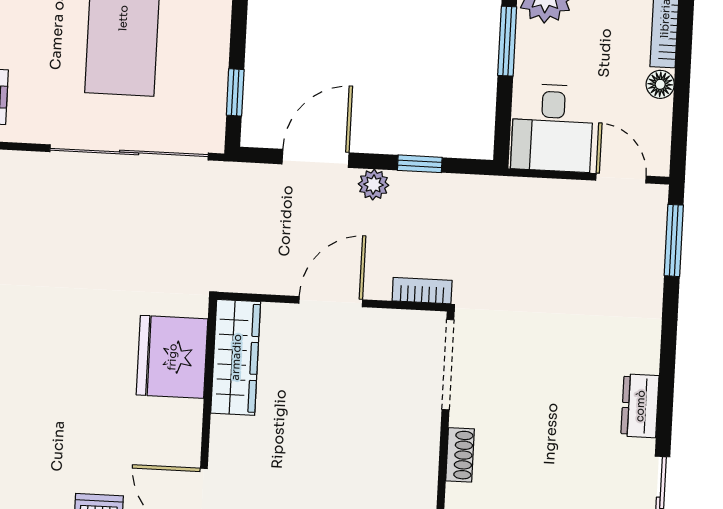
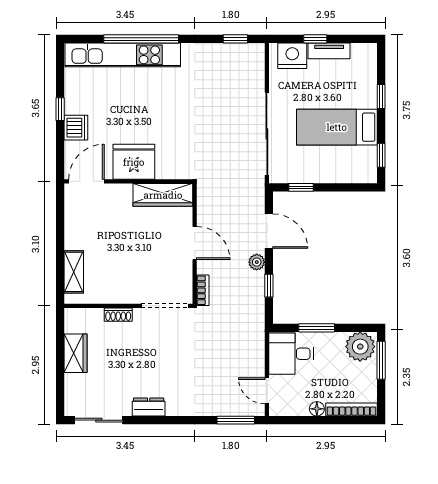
window: (507, 41) -> (317, 328), moved
door: (621, 178) -> (267, 391), swing flipped
fridge: (172, 357) -> (134, 162), moved

